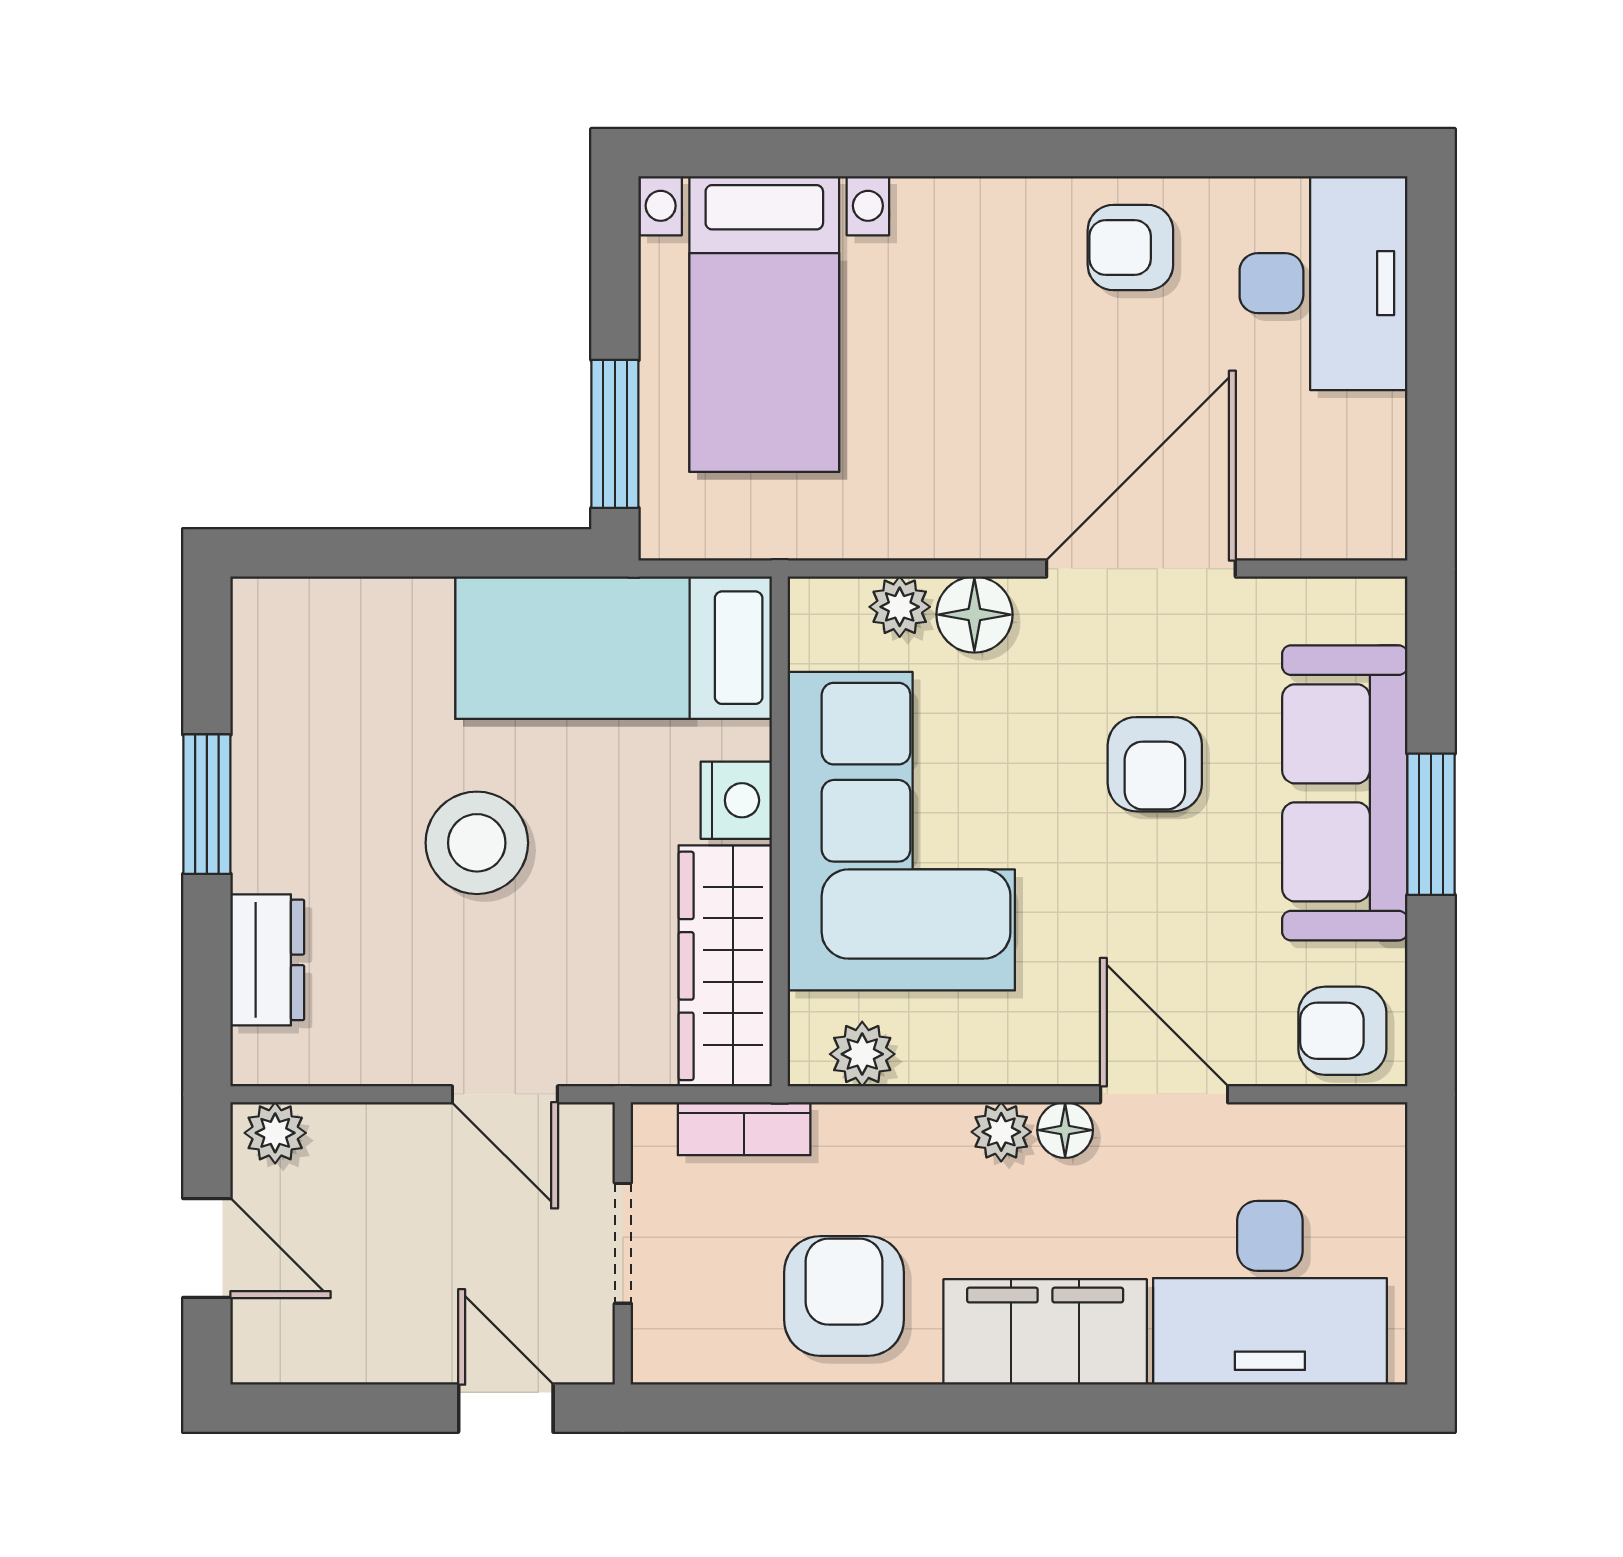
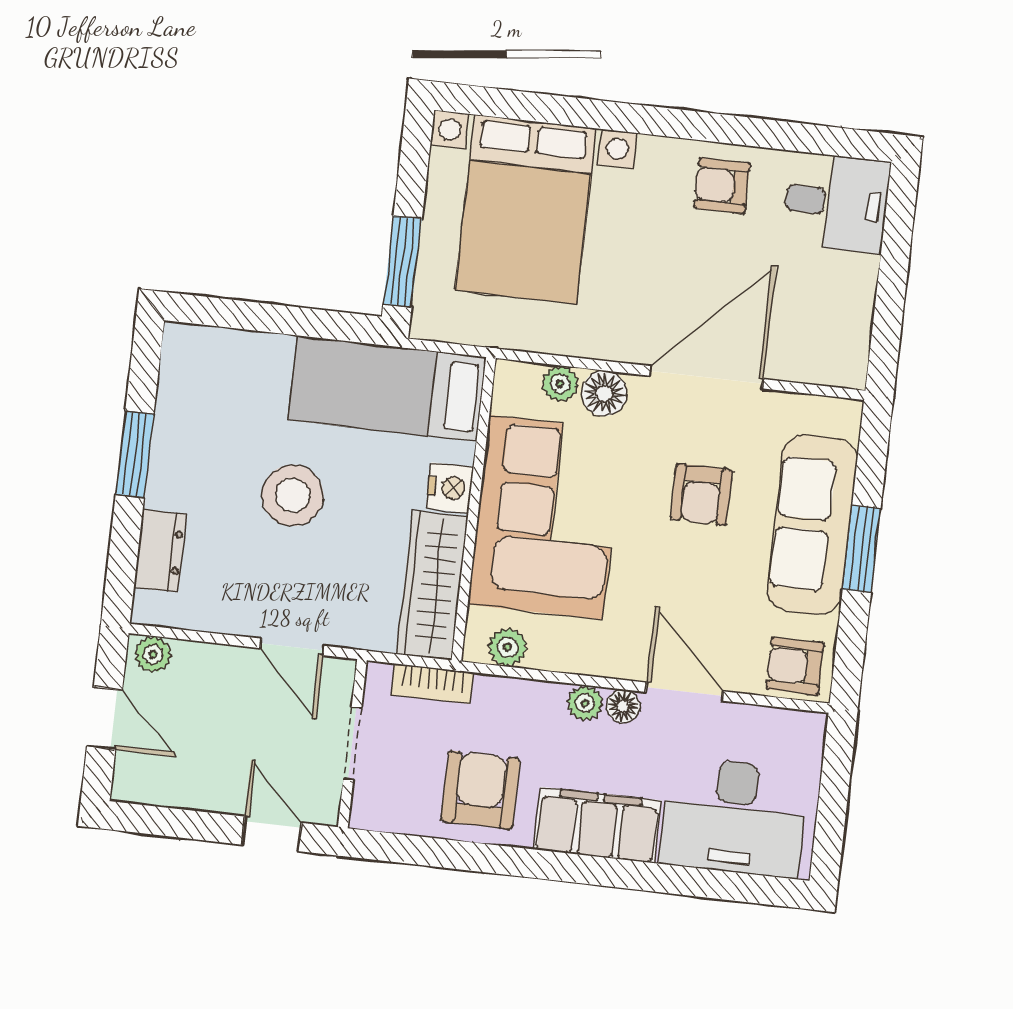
desk: (1323, 283) -> (836, 203), width x0.73
bed with nightstands: (764, 324) -> (526, 209), width x1.36

